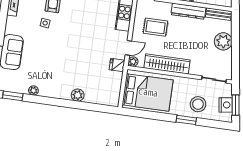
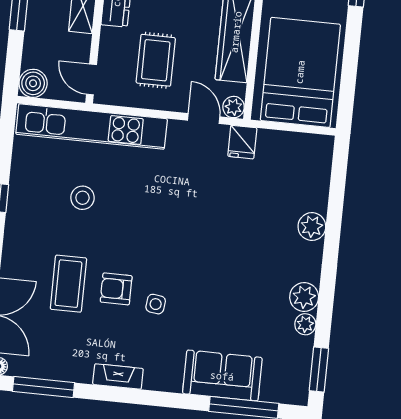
plant: (46, 90) -> (304, 297), added

